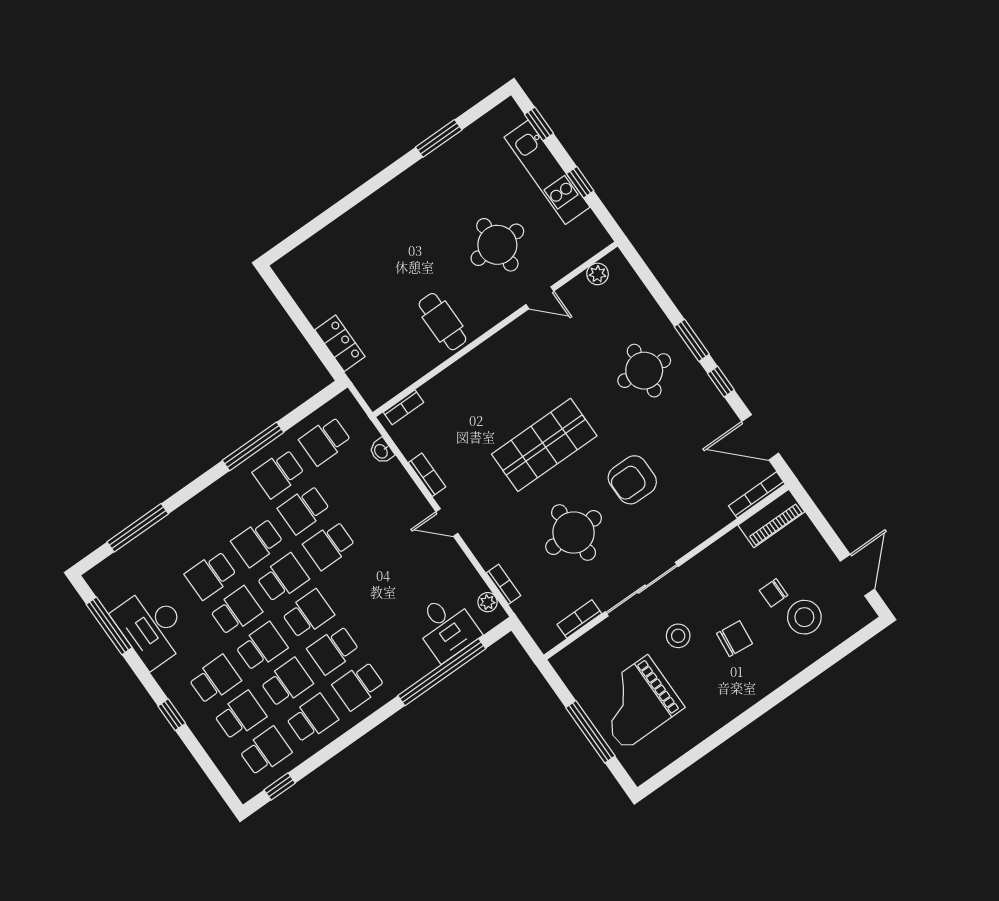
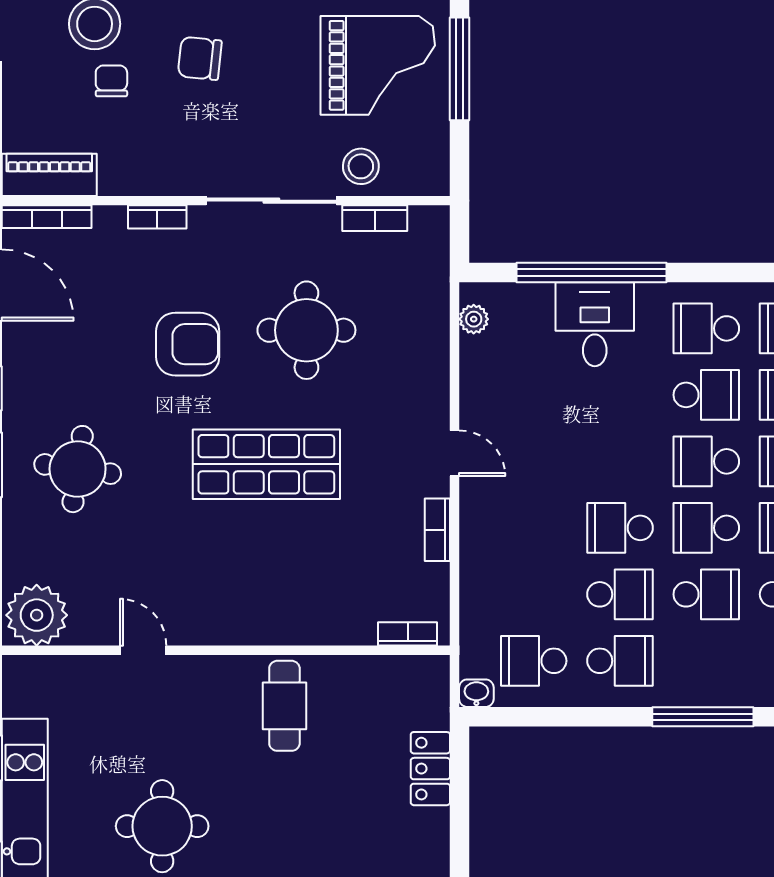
round table: (497, 245) -> (162, 826), moved
plant: (598, 274) -> (37, 615), width x1.88, depth x1.88
school desk: (325, 441) -> (534, 661), turned 180
window: (253, 446) -> (703, 717), moved
washbasin: (381, 451) -> (476, 693), moved, turned -90
school desk: (329, 545) -> (620, 528), turned 180
bookcase: (504, 584) -> (157, 217), moved, turned -90
chair: (774, 593) -> (111, 81), turned -90
desk: (446, 627) -> (595, 324), moved
stool: (678, 636) -> (361, 166), moved
school desk: (359, 686) -> (706, 328), turned 180

